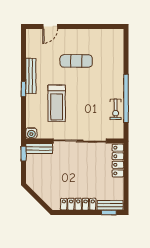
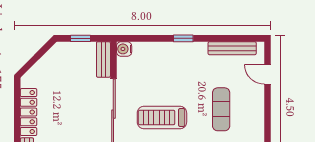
bench: (31, 76) -> (232, 48), moved
treadmill: (57, 103) -> (162, 117), moved
window: (23, 154) -> (81, 38), moved

